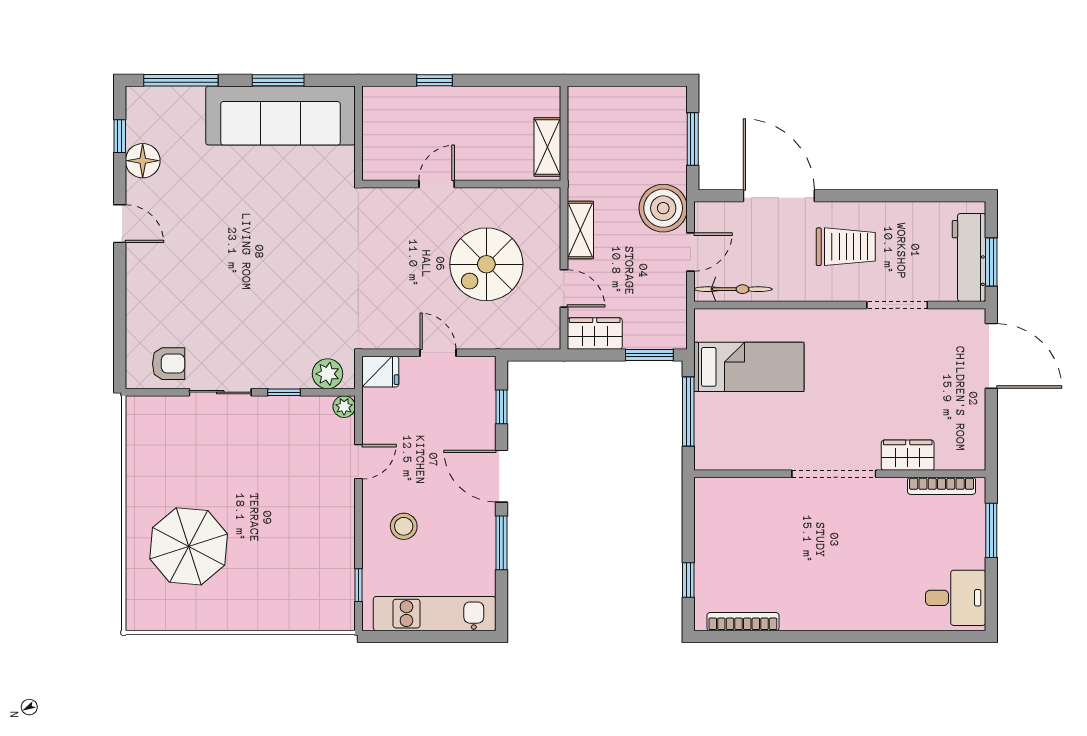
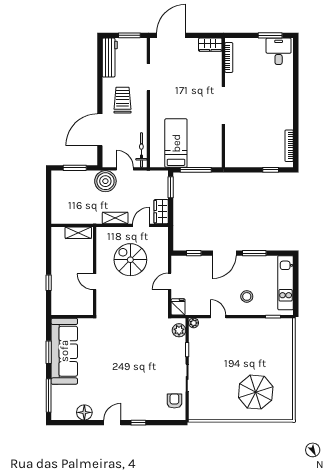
window: (120, 136) -> (138, 423), moved
workbench: (969, 257) -> (110, 58), moved, turned -90
spiral stairs: (486, 264) -> (130, 260), turned 180
wardrobe: (908, 455) -> (210, 45), moved, turned -90
window: (991, 530) -> (270, 35), moved

